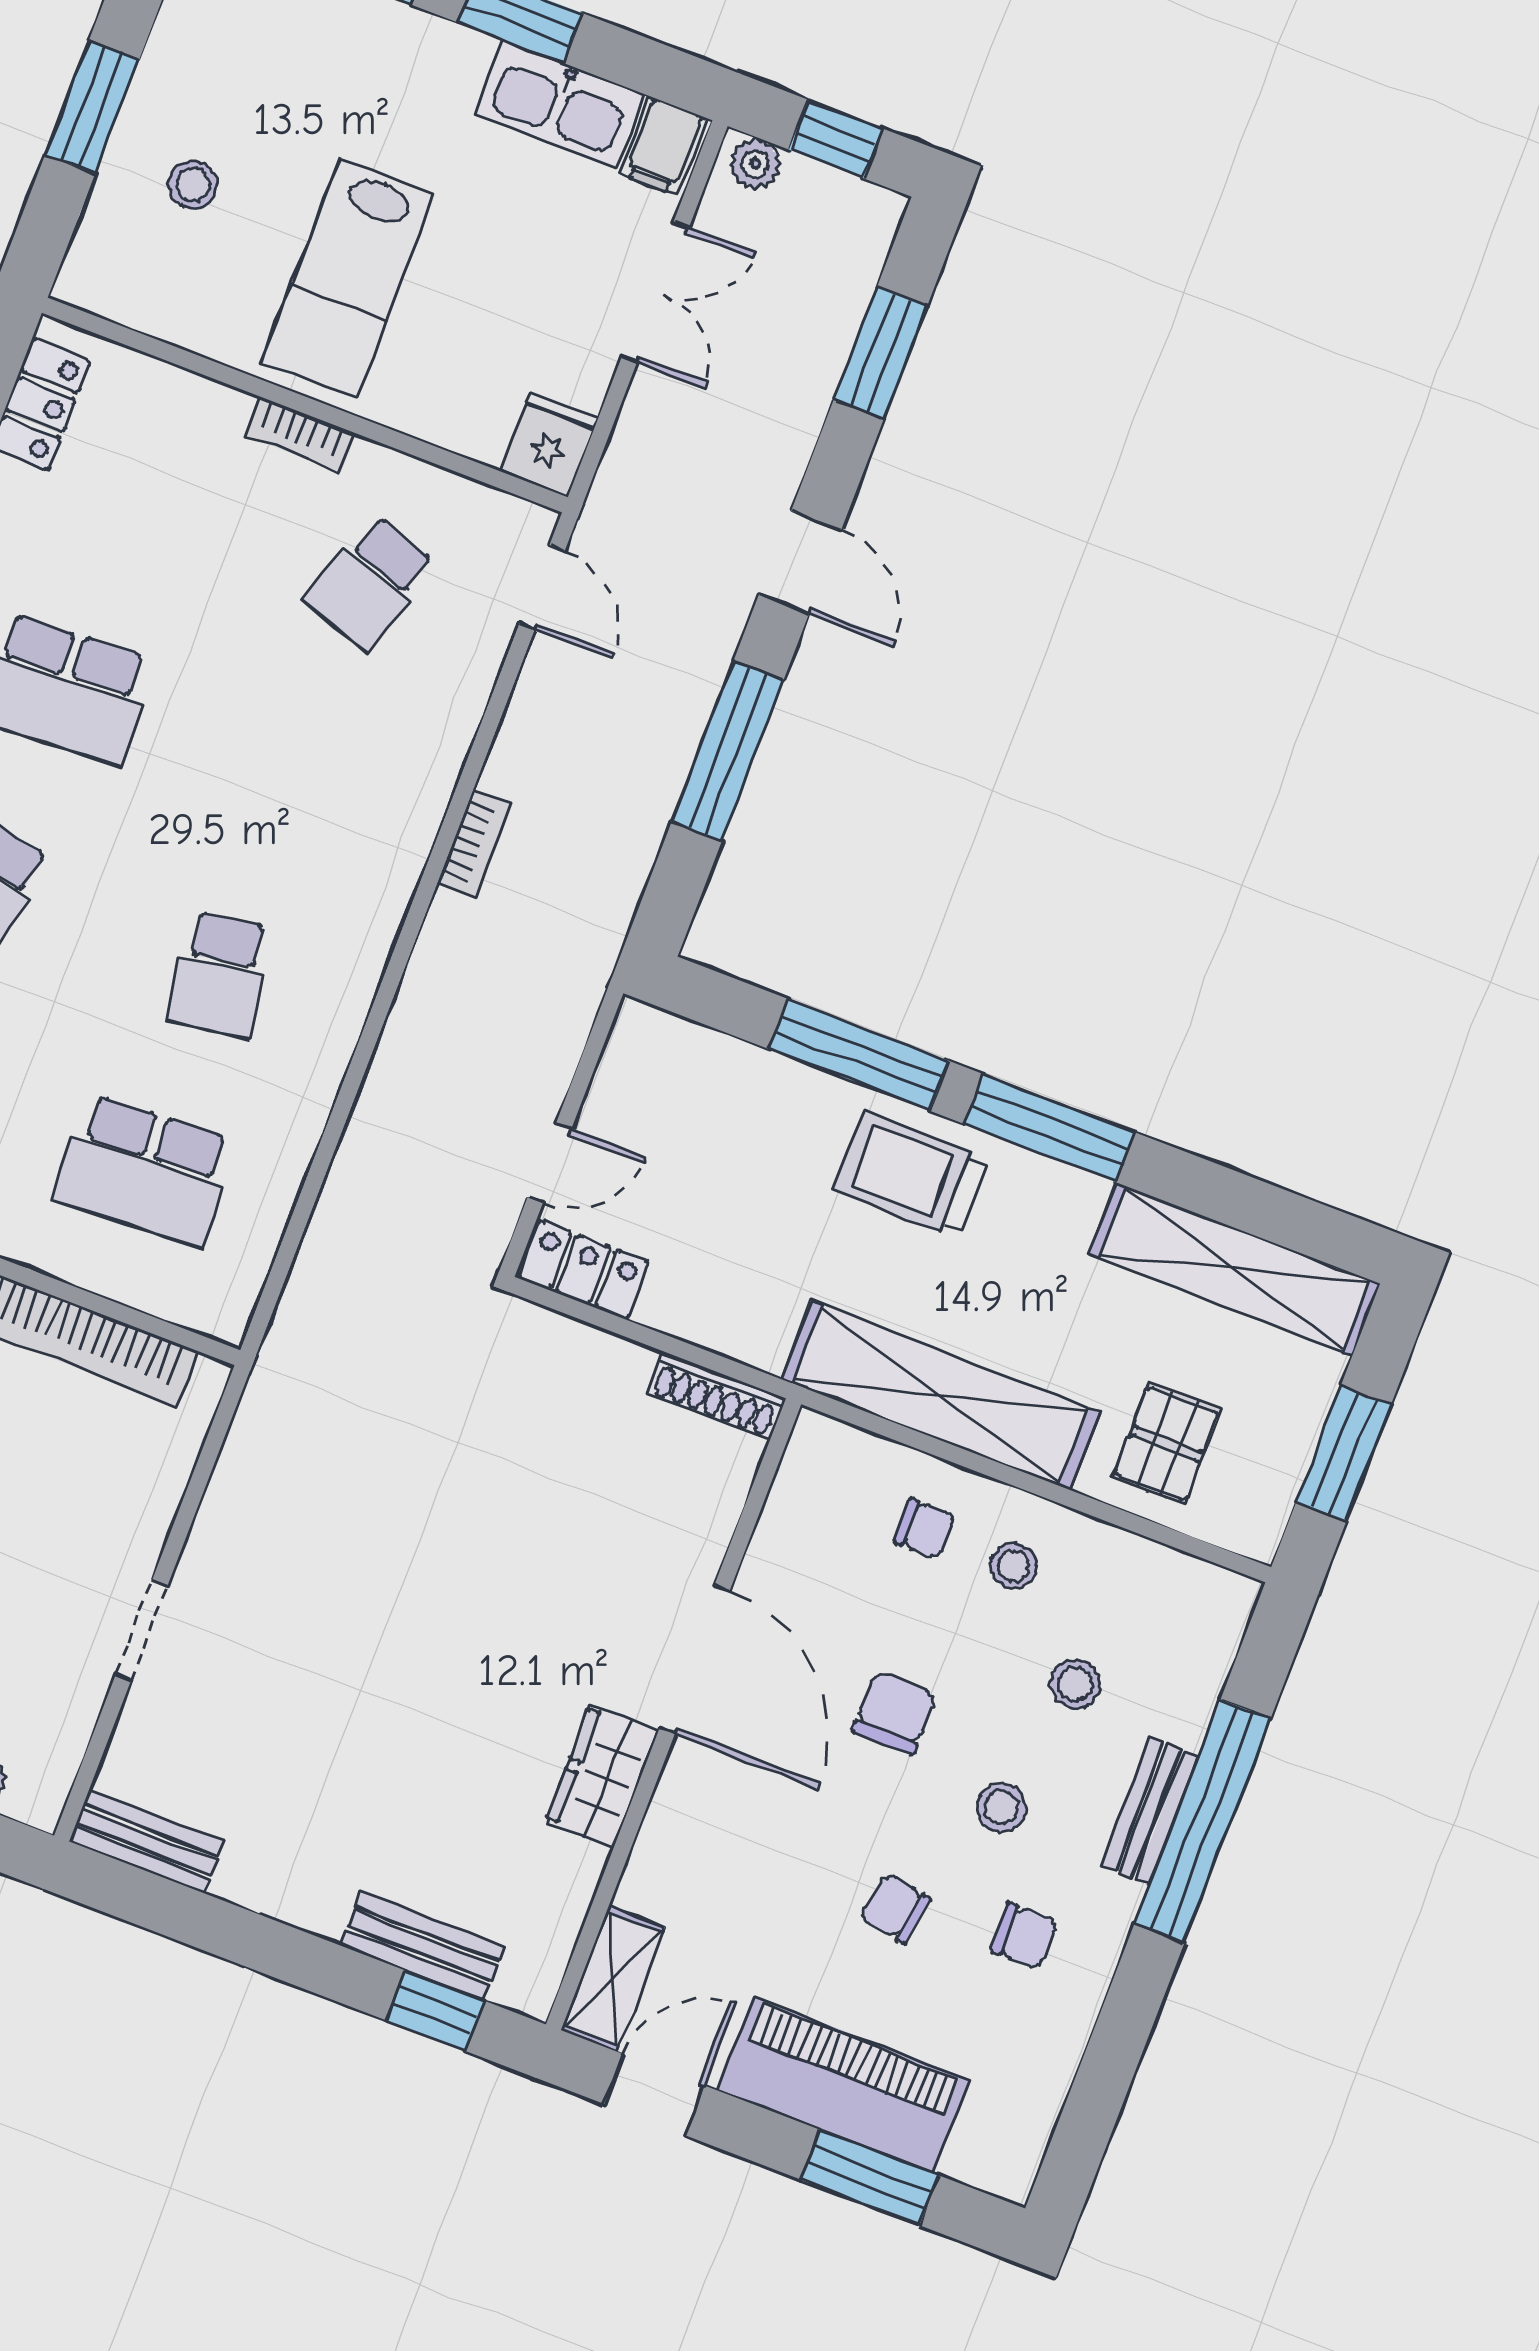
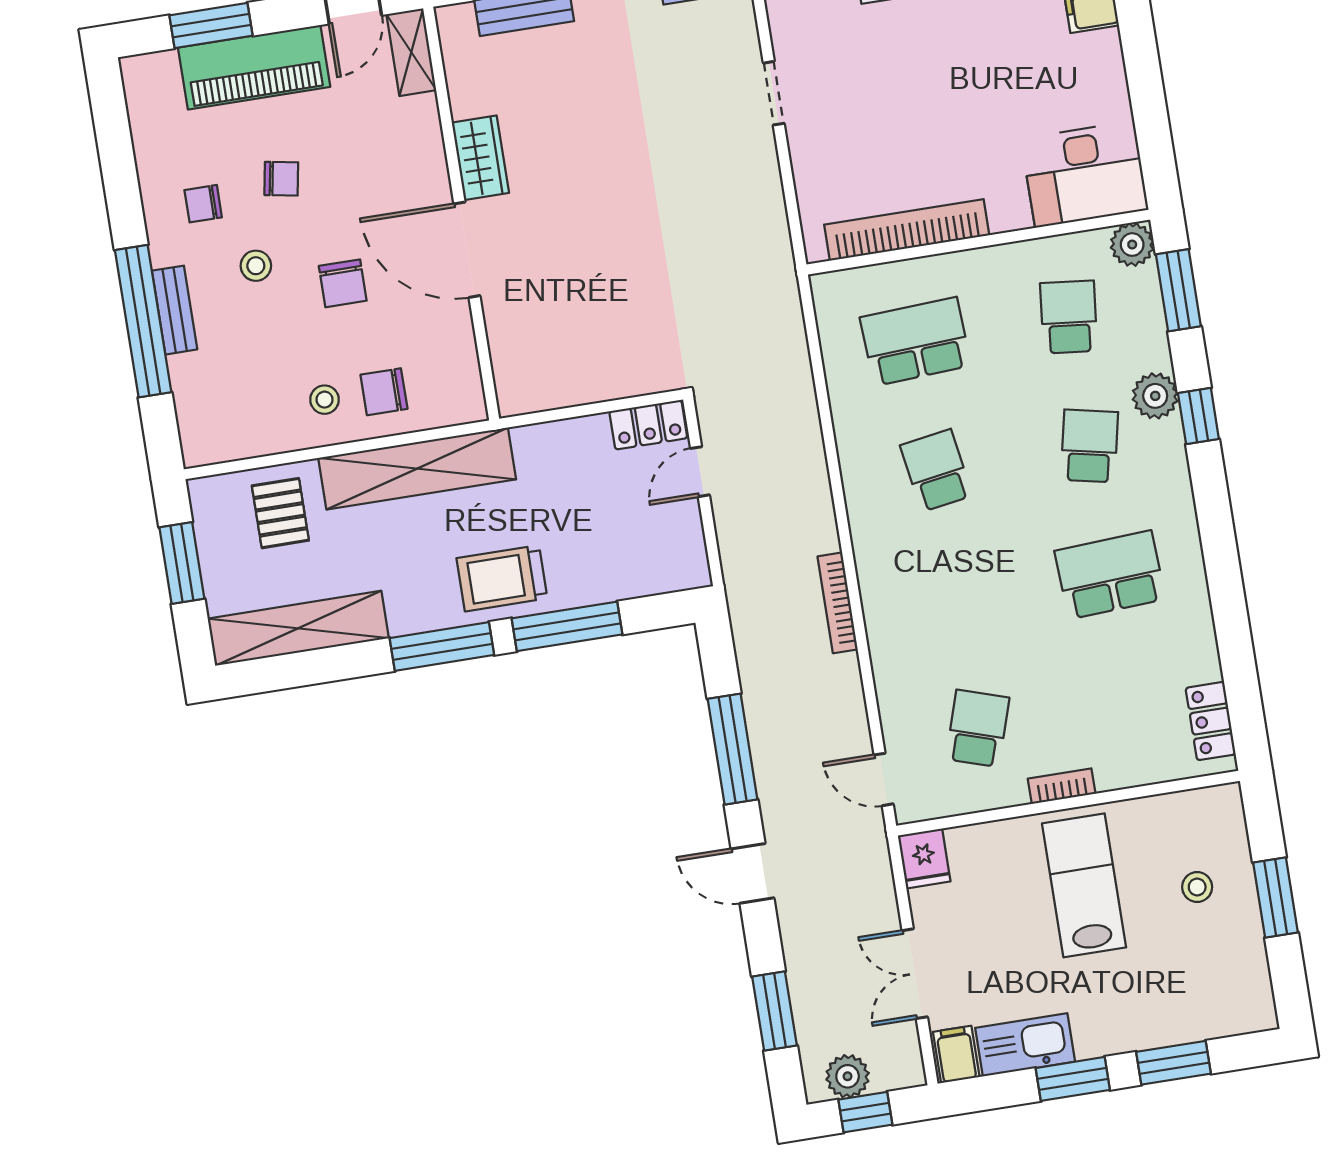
plant: (755, 164) -> (848, 1076), moved, width x1.38, depth x1.38
bookcase: (474, 843) -> (838, 603), width x1.56
trolley: (911, 1174) -> (502, 578), turned 180
shoe rack: (716, 1396) -> (538, 398), removed
chair: (924, 1529) -> (384, 392), width x1.37, depth x1.37
stool: (1075, 1684) -> (254, 355), removed

